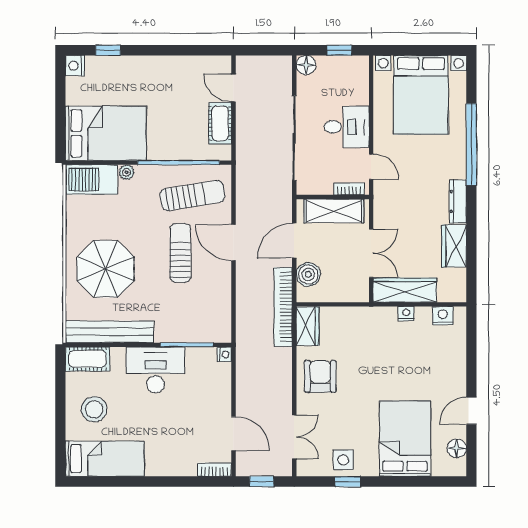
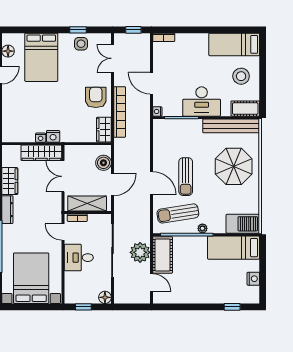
nightstand: (75, 66) -> (253, 279), moved
cot: (220, 123) -> (163, 255), width x1.37, depth x1.34
bed: (106, 133) -> (234, 248), width x0.67
plant: (251, 135) -> (140, 252), added
plant: (126, 172) -> (202, 228), moved
bookcase: (283, 307) -> (120, 112), moved
nightstand: (443, 316) -> (53, 136), moved
armchair: (320, 376) -> (96, 97), turned 180
door: (233, 434) -> (152, 83), moved

